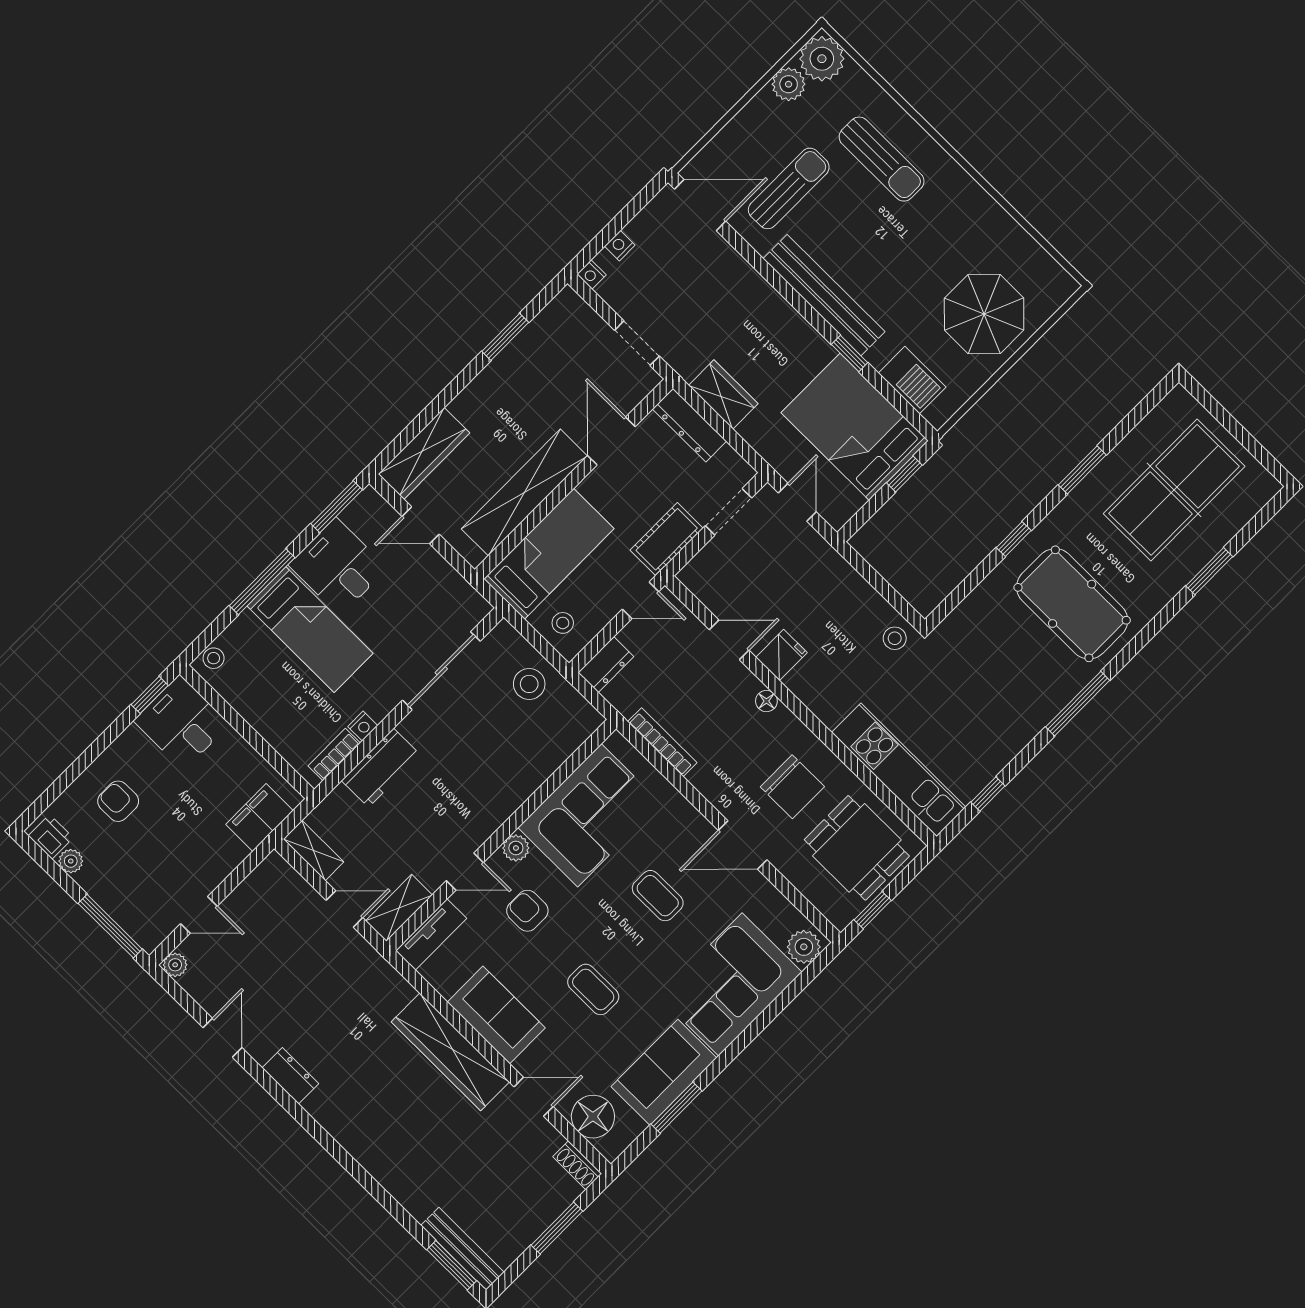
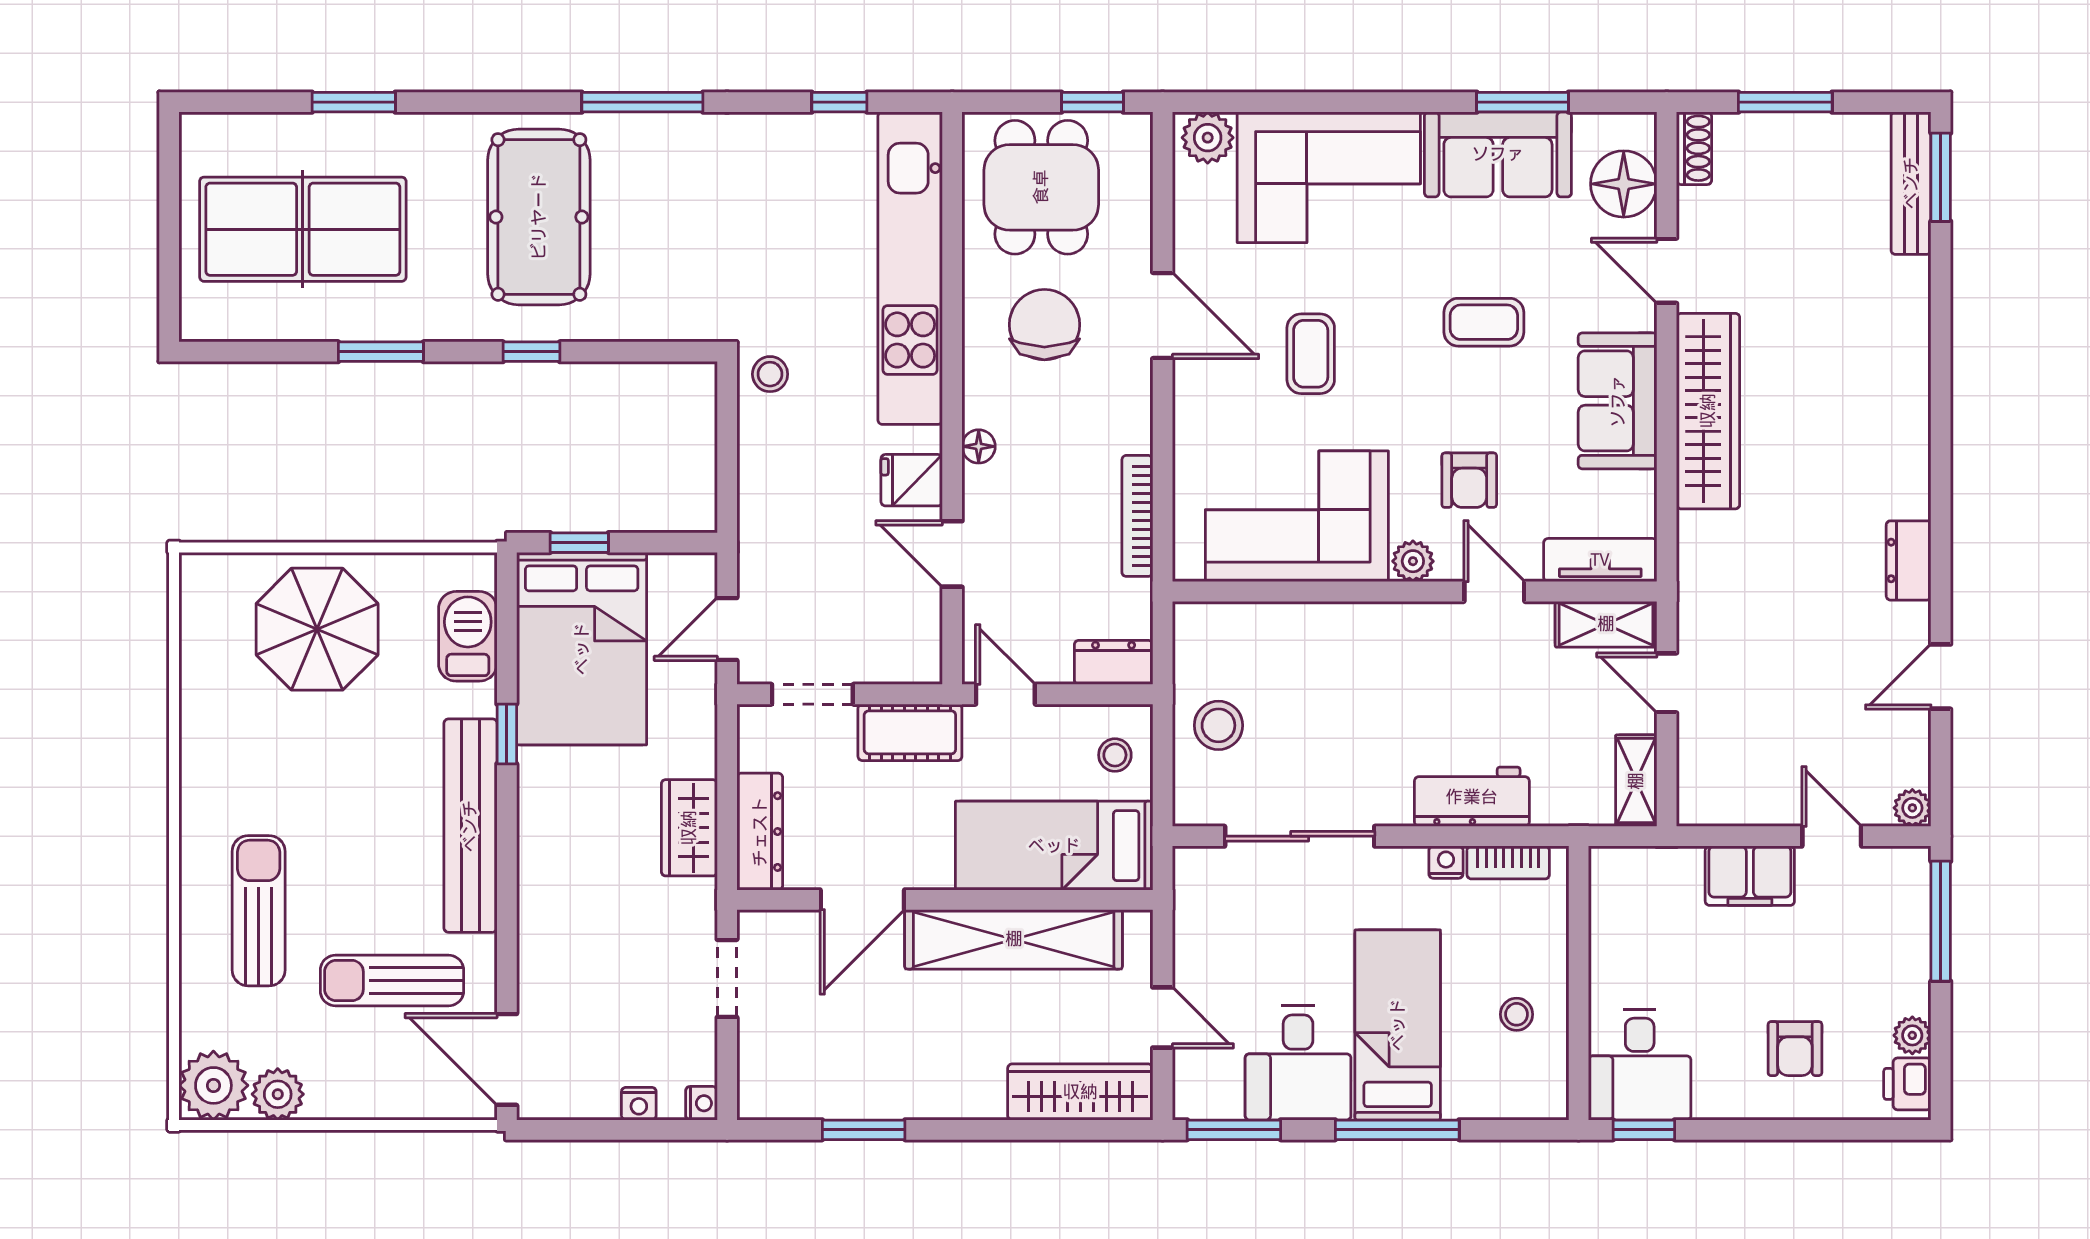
stool: (214, 658) -> (1517, 1014), moved
kitchen unit: (899, 770) -> (910, 268), width x1.36
filing cabinet: (260, 818) -> (1750, 876), moved
coffee table: (593, 989) -> (1484, 322), turned 90

